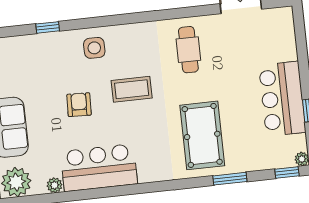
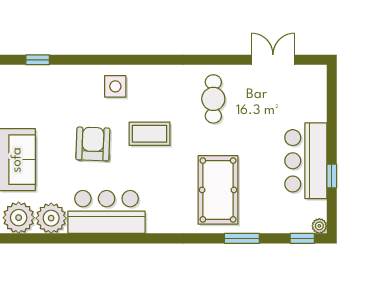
window: (48, 27) -> (38, 60), moved
armchair: (79, 105) -> (93, 144), width x1.38, depth x1.38
plant: (55, 185) -> (51, 218), width x1.87, depth x1.87

